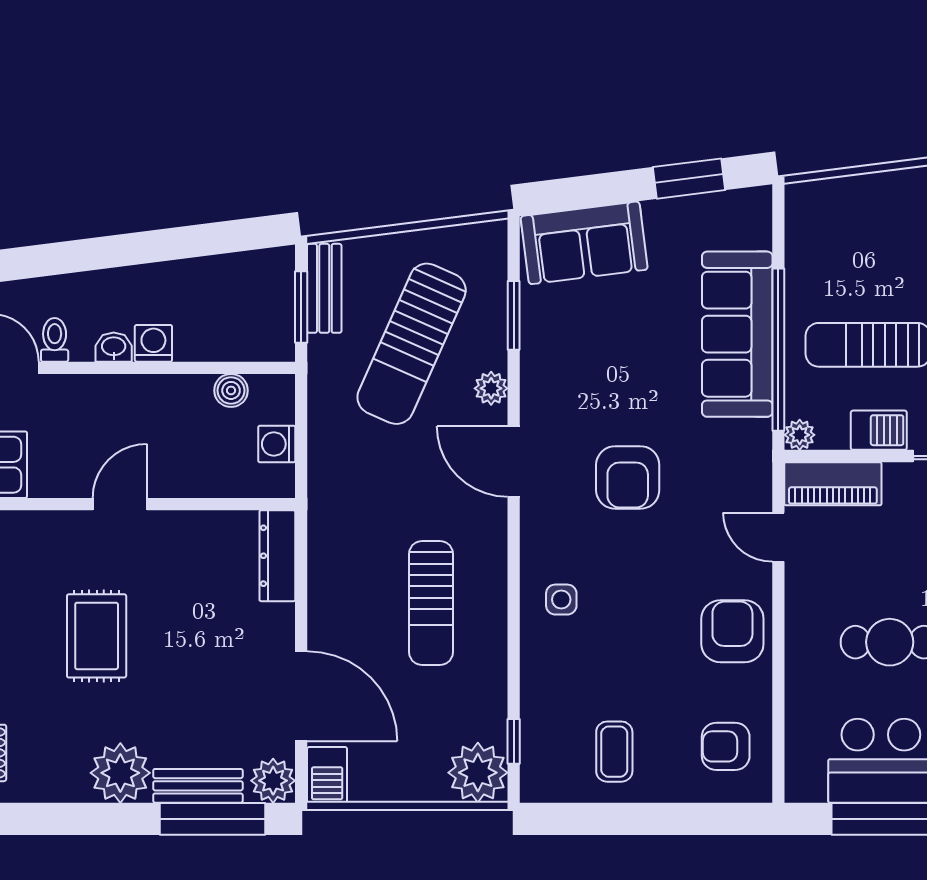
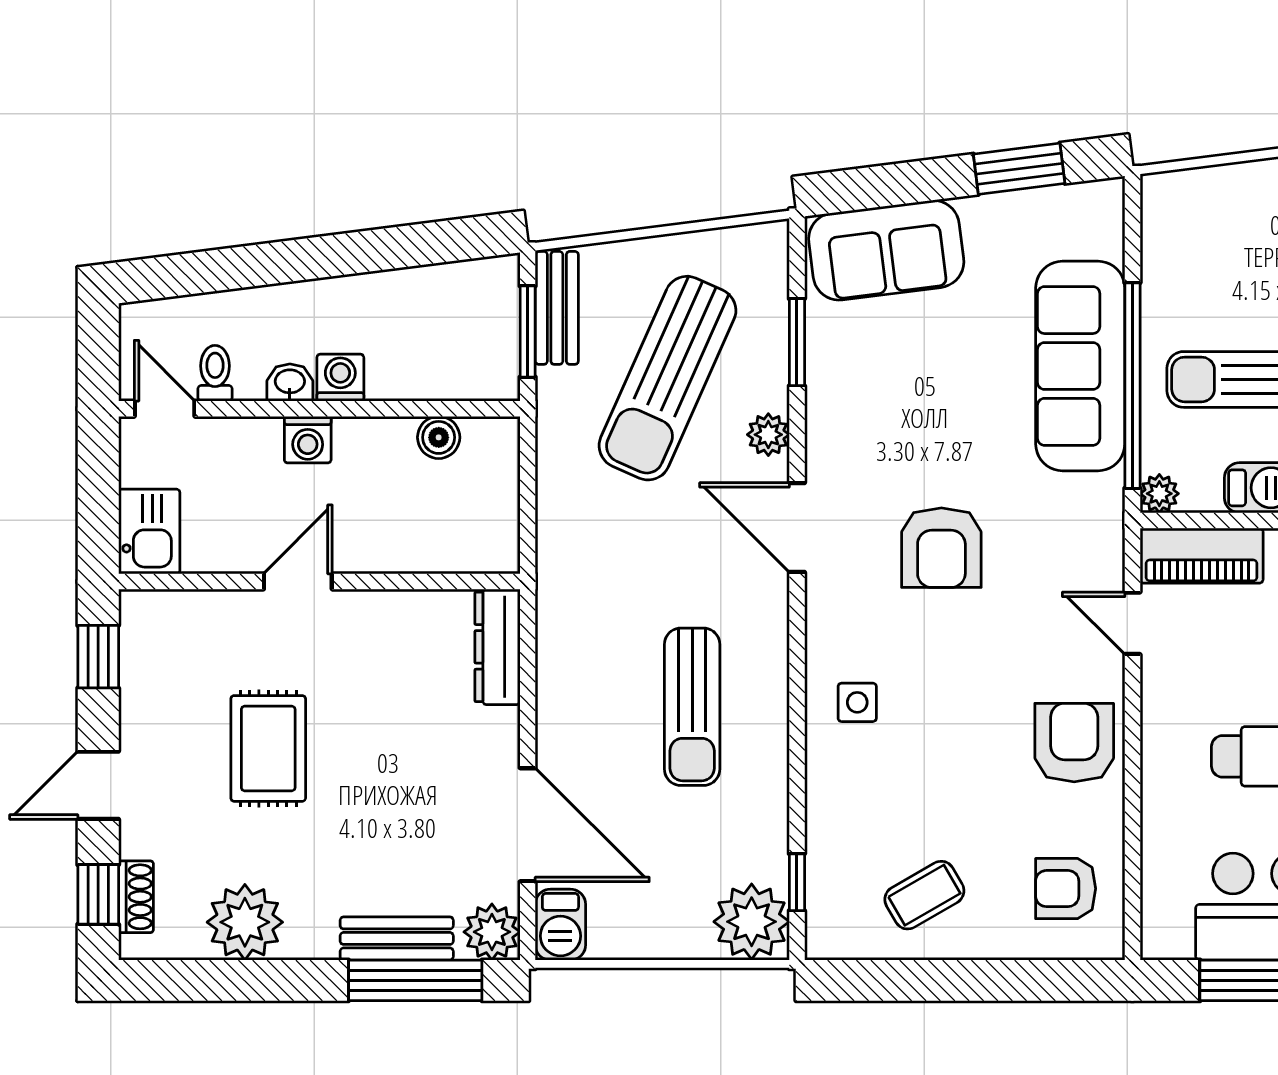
washing machine: (277, 444) -> (308, 440), moved, turned -90
coffee table: (614, 752) -> (924, 895), turned 60
plant: (120, 773) -> (245, 922), moved

